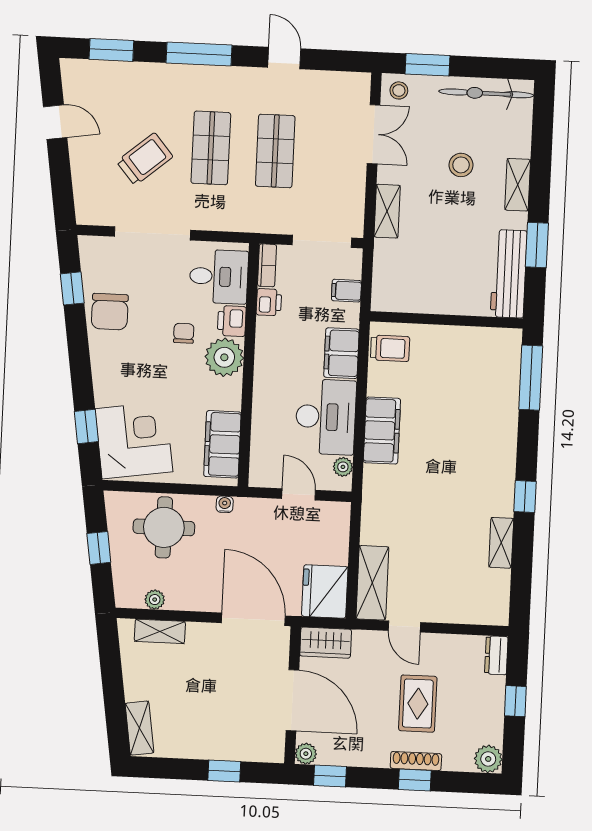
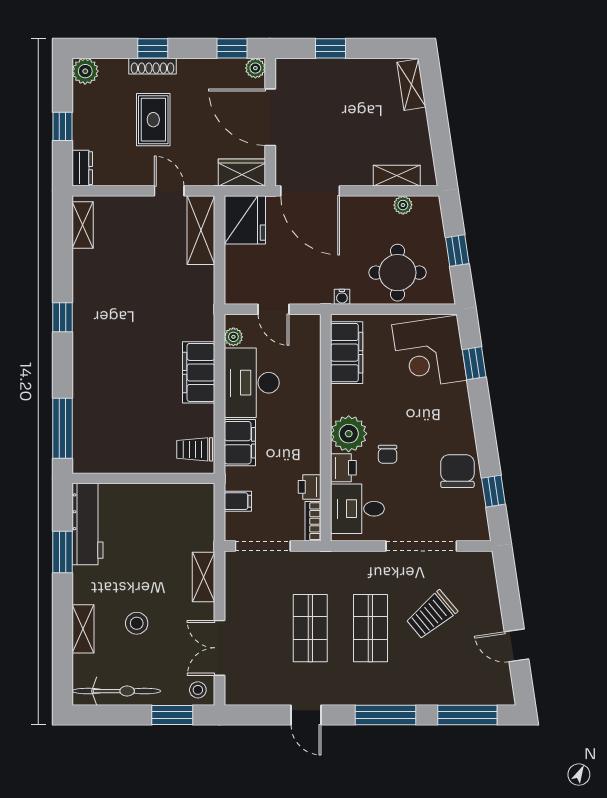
window: (111, 50) -> (467, 715), width x1.44
shelving: (518, 185) -> (83, 629), moved
shelving: (501, 543) -> (83, 225), moved

